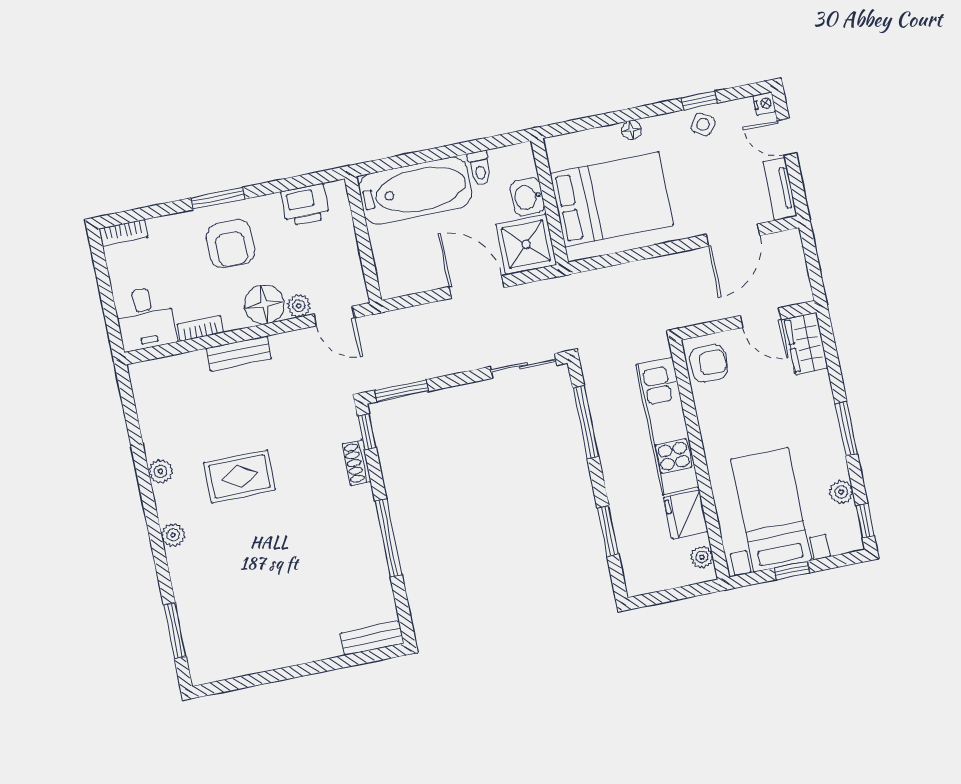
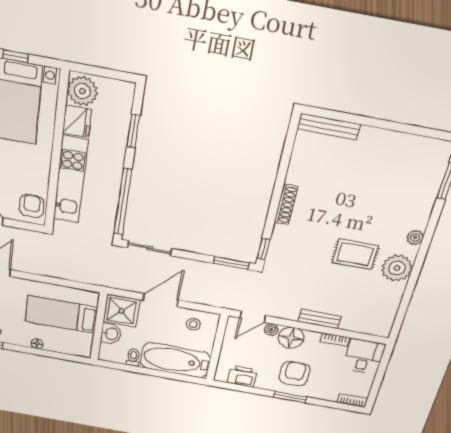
bed: (612, 199) -> (61, 315), width x0.67
stool: (414, 266) -> (193, 324), added
door: (477, 287) -> (160, 300), swing flipped
door: (334, 316) -> (253, 317), swing flipped
armchair: (709, 363) -> (32, 206), turned 90
window: (586, 422) -> (123, 202), width x1.46
shoe rack: (357, 463) -> (286, 205), moved, width x1.43
plant: (161, 471) -> (397, 268), width x1.88, depth x1.88
window: (389, 538) -> (280, 183), removed
plant: (702, 557) -> (82, 91), width x1.87, depth x1.87
bench: (372, 638) -> (329, 127), width x1.36

